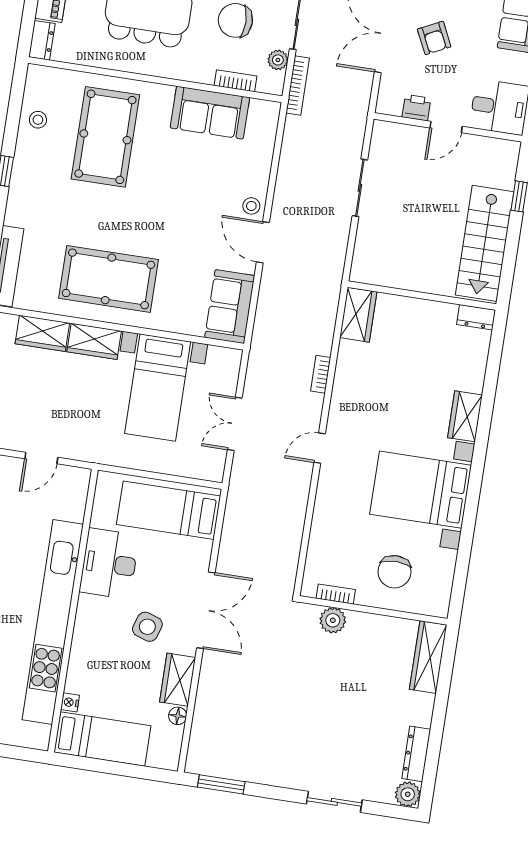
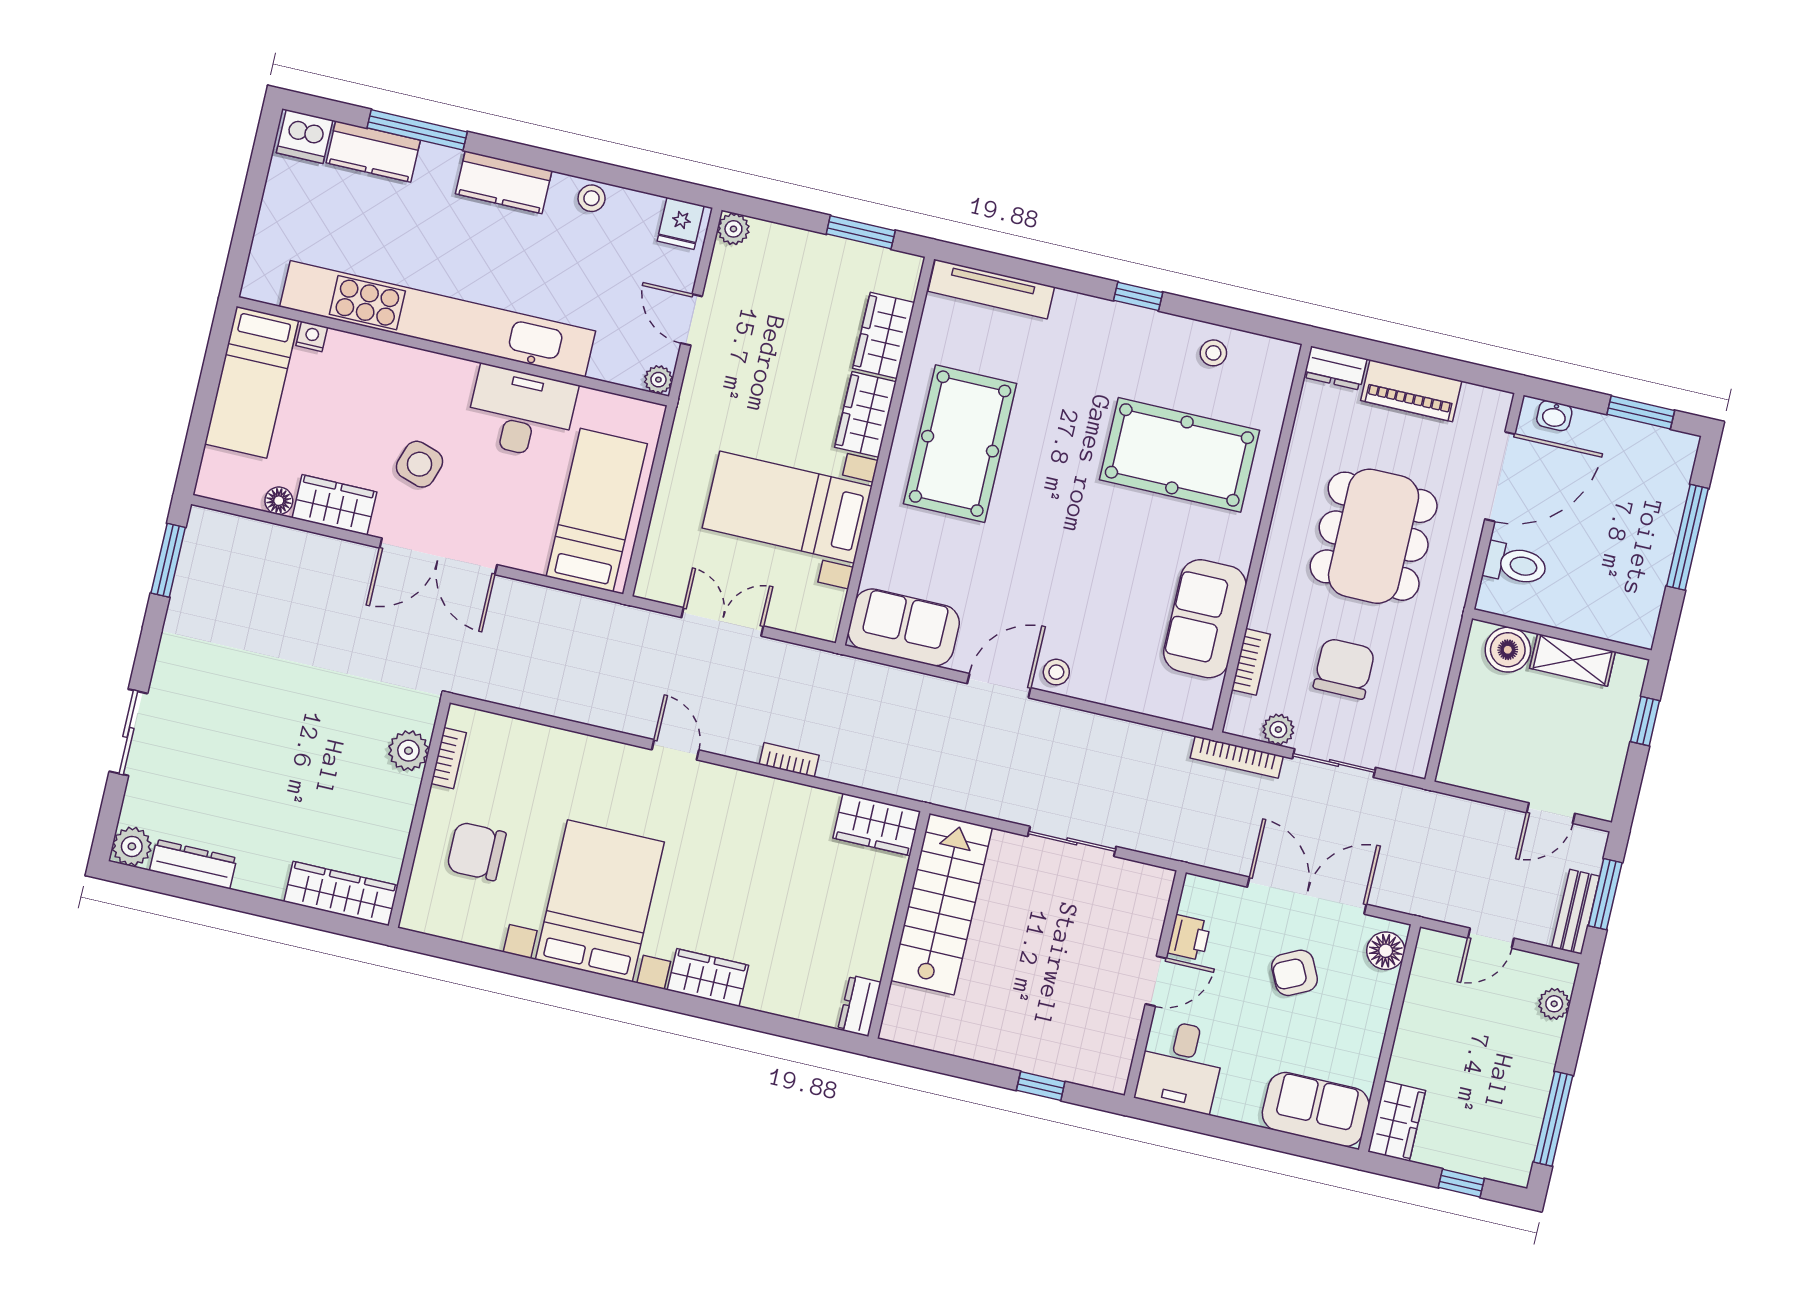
door: (446, 127) -> (1156, 981), swing flipped
stairs: (485, 243) -> (942, 904), moved, turned 90
plant: (81, 477) -> (658, 380), added

